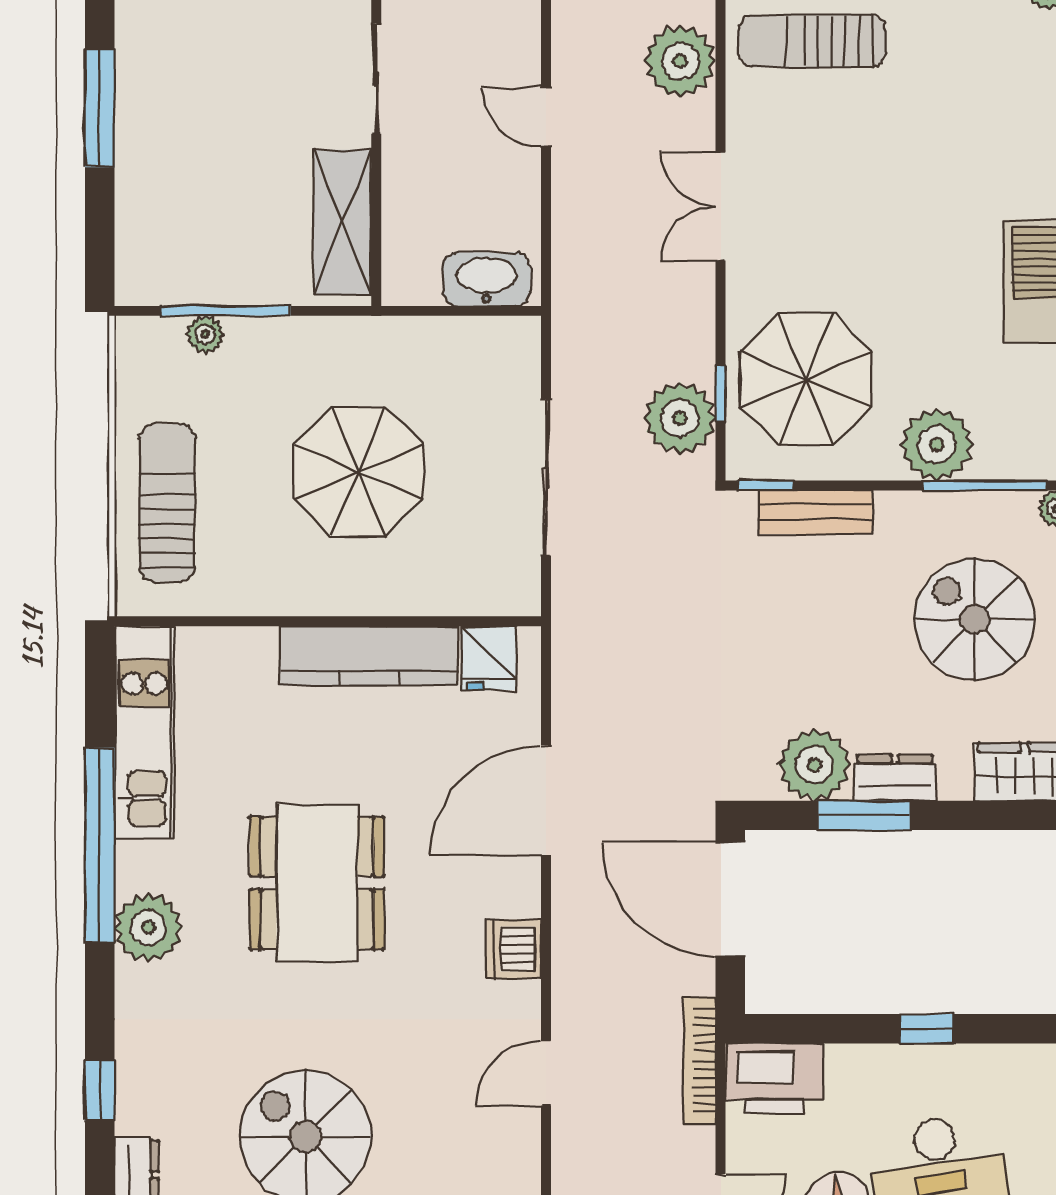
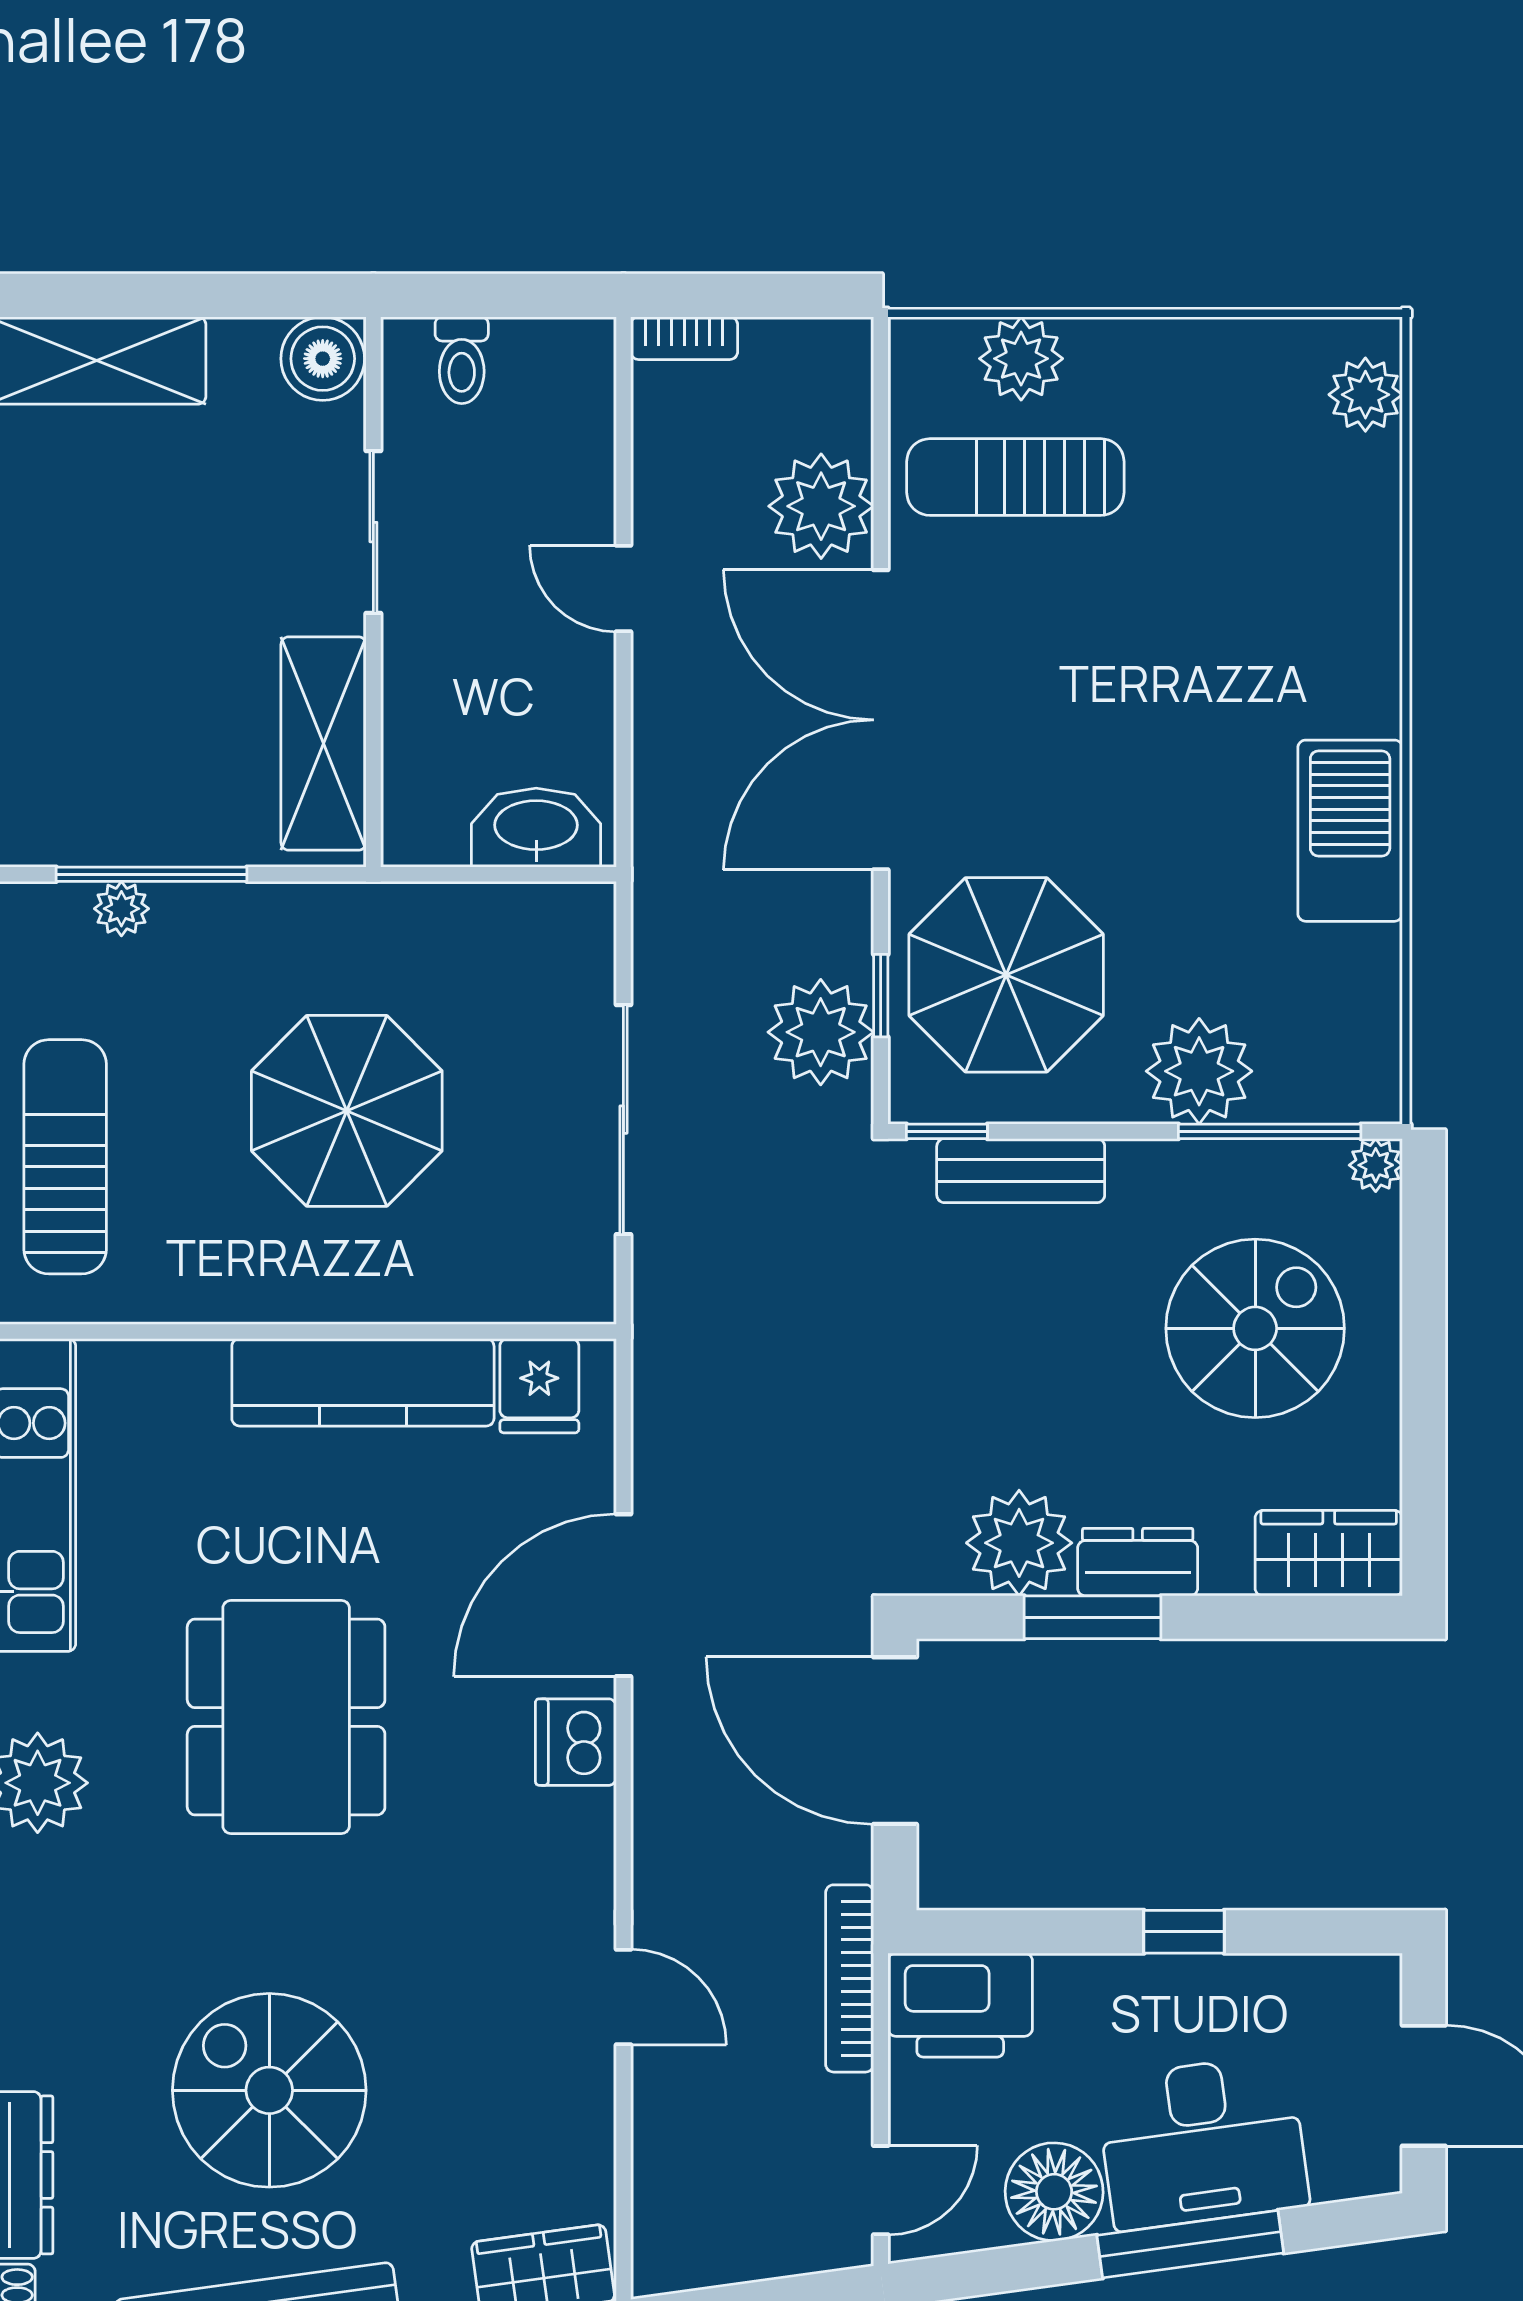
double door: (721, 206) -> (881, 720), width x1.87
spiral stairs: (975, 619) -> (1255, 1328), turned 90
dishwasher: (514, 949) -> (576, 1742), moved
door: (546, 1073) -> (623, 1997), swing flipped

